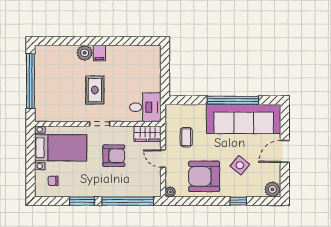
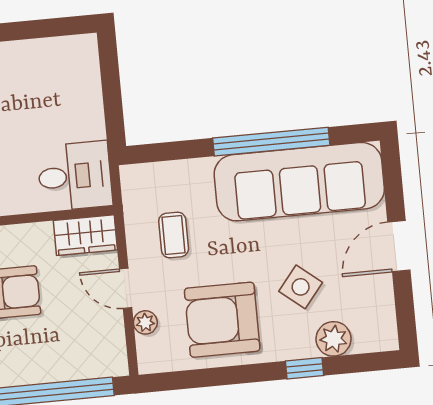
plant: (272, 189) -> (334, 339), moved
plant: (170, 192) -> (145, 322), moved

